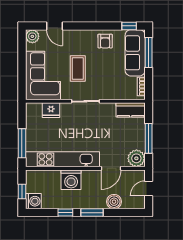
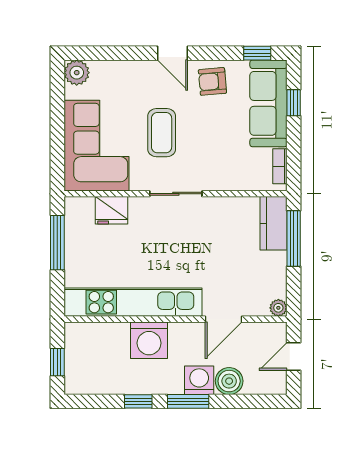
door: (55, 26) -> (173, 53), moved
armchair: (105, 41) -> (212, 81), turned 85
window: (149, 52) -> (294, 103), width x0.46
kitchen counter: (131, 110) -> (274, 223), moved, turned 90
window: (149, 138) -> (294, 238), moved
window: (22, 143) -> (57, 243), moved
plant: (136, 158) -> (278, 308), width x0.53, depth x0.53
washing machine: (33, 201) -> (199, 380), moved, turned -90

